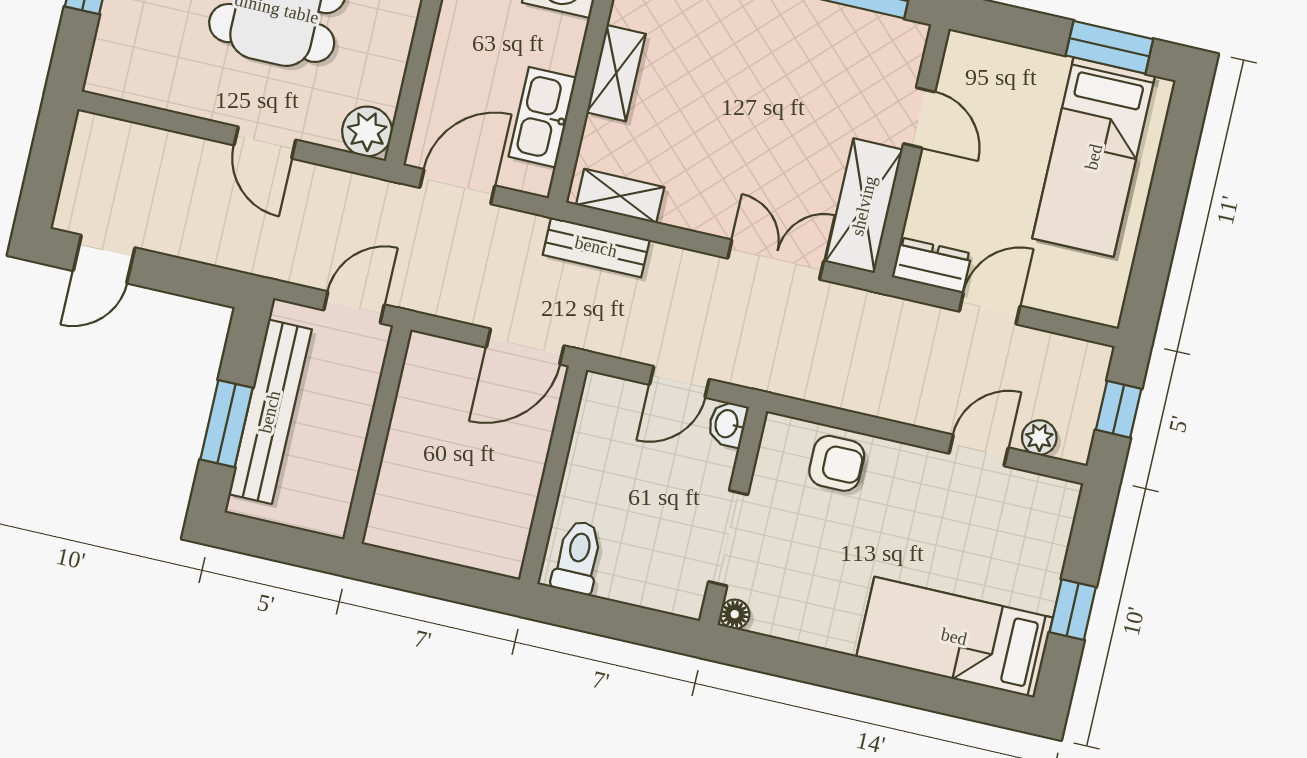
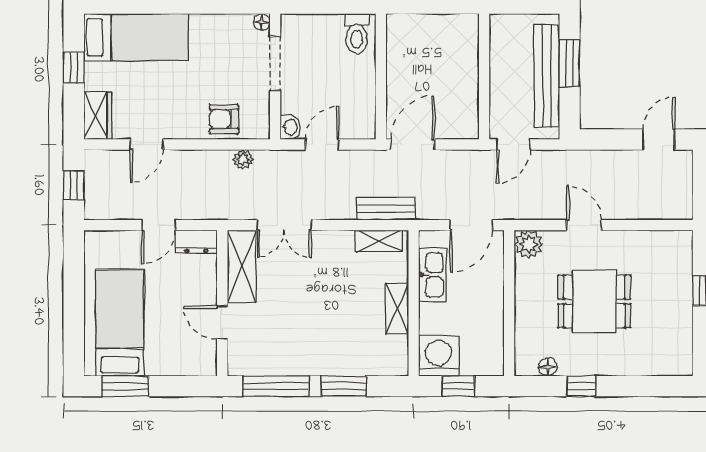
plant: (1039, 438) -> (243, 159), moved
wardrobe: (1051, 519) -> (98, 116), added

